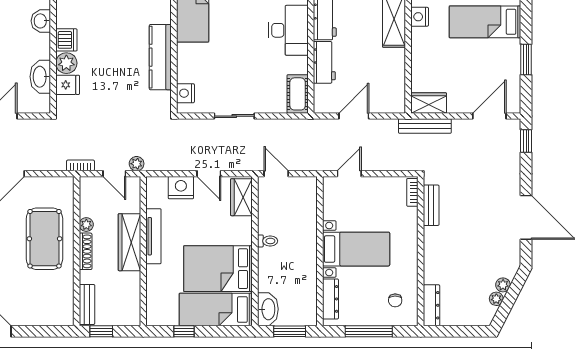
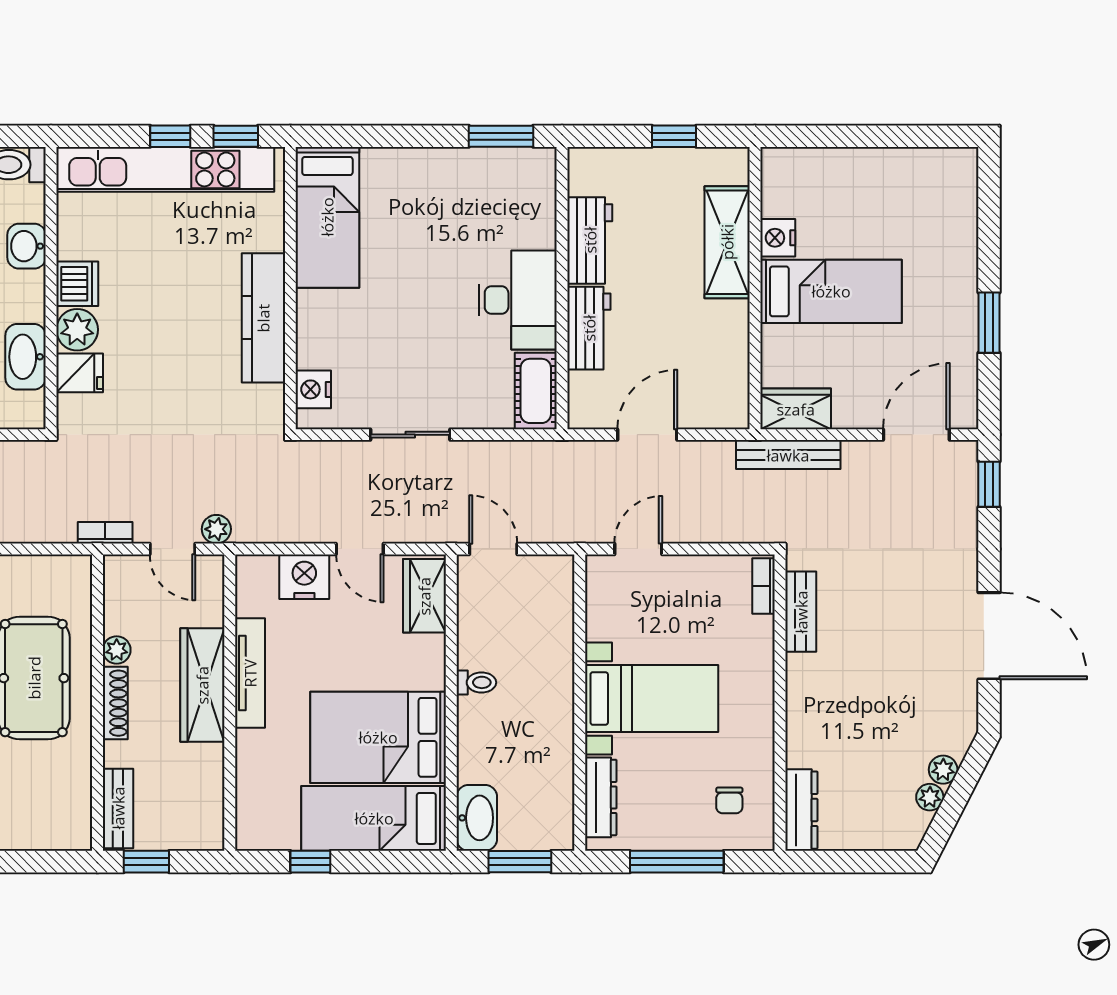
bed: (485, 22) -> (831, 291), moved, turned 180
desk: (288, 30) -> (518, 300), moved

